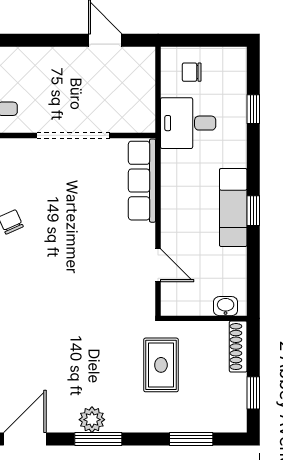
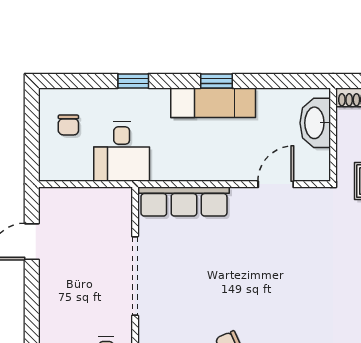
chair: (192, 72) -> (68, 125), moved
window: (253, 109) -> (133, 81), moved
washbasin: (226, 306) -> (315, 123), width x1.91, depth x1.45

